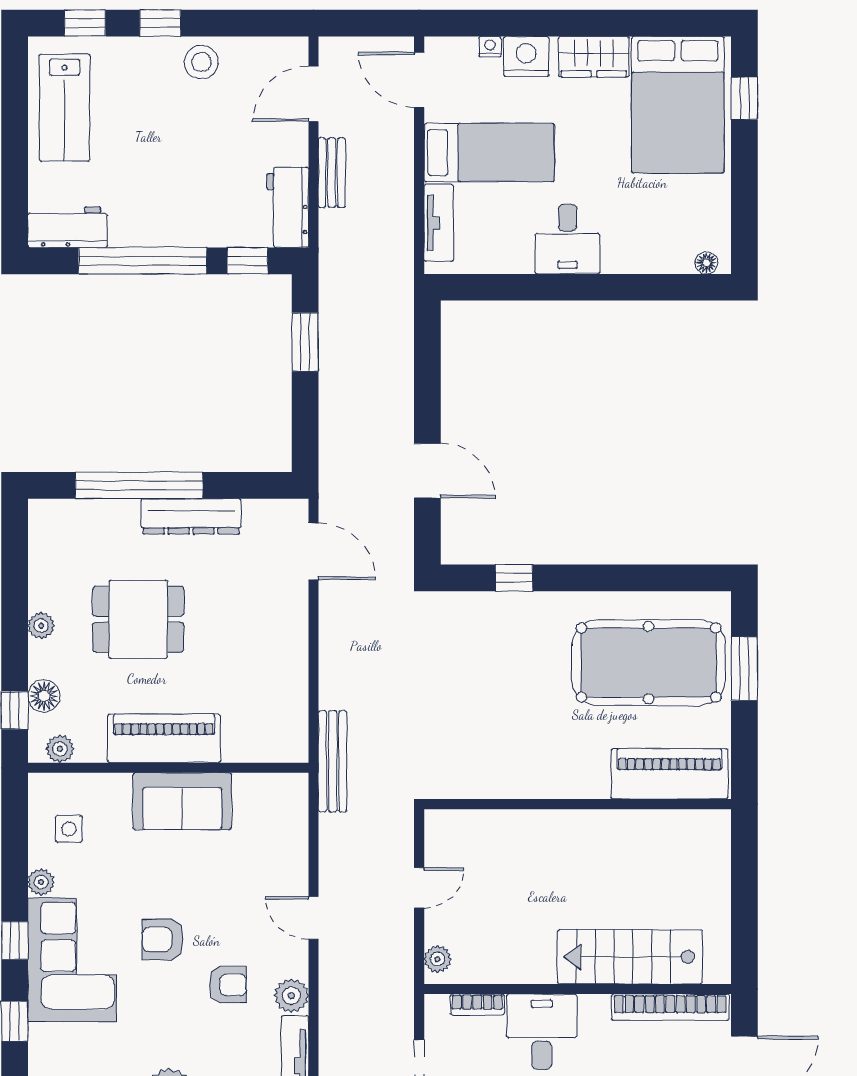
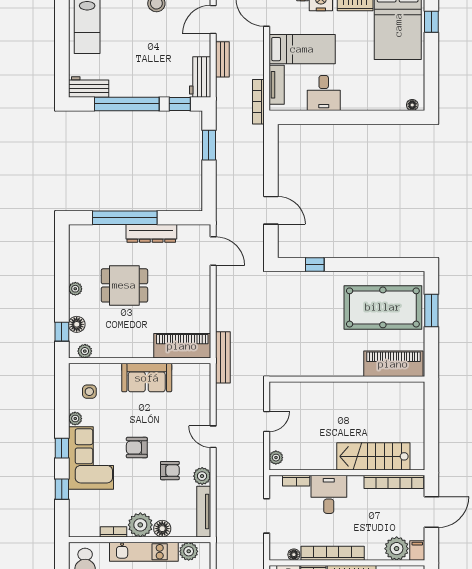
desk: (568, 239) -> (324, 93), moved
bookcase: (403, 256) -> (258, 102), added
piano: (164, 738) -> (182, 346), moved

